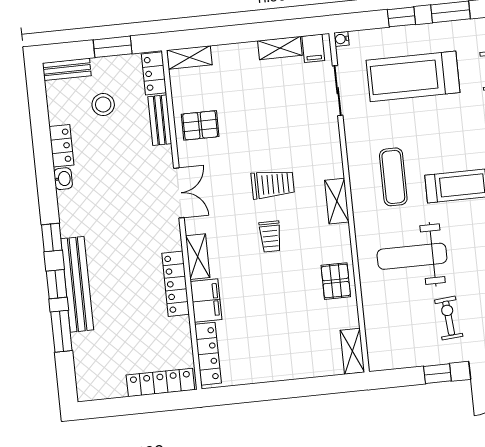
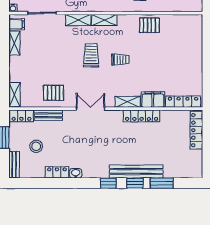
pallet: (200, 125) -> (54, 93), turned 90
shelving: (352, 351) -> (78, 20), moved

